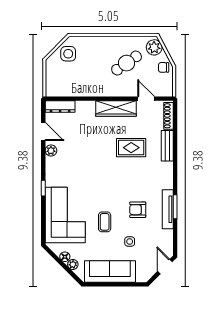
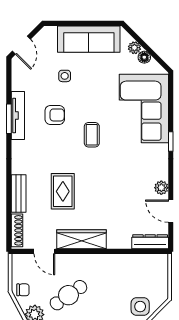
rug: (131, 148) -> (63, 191), turned 90
coffee table: (105, 222) -> (92, 135), moved

